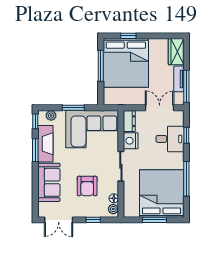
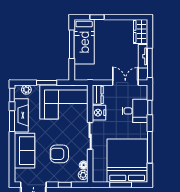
bed: (126, 63) -> (84, 42), width x0.49
armchair: (87, 186) -> (59, 154), turned 90

